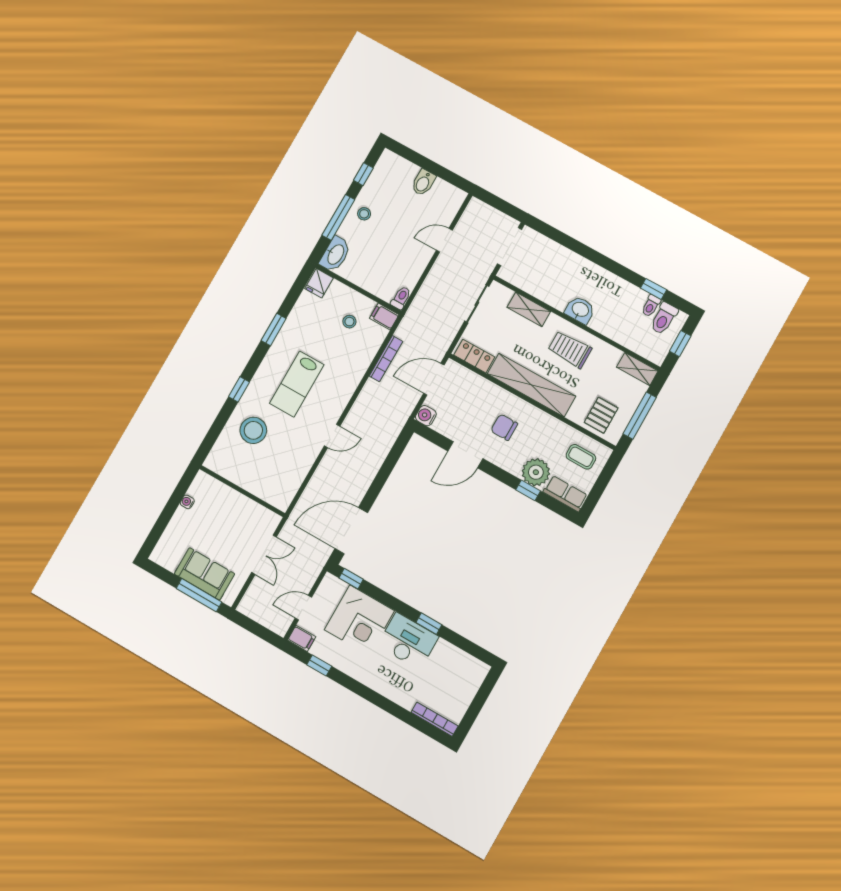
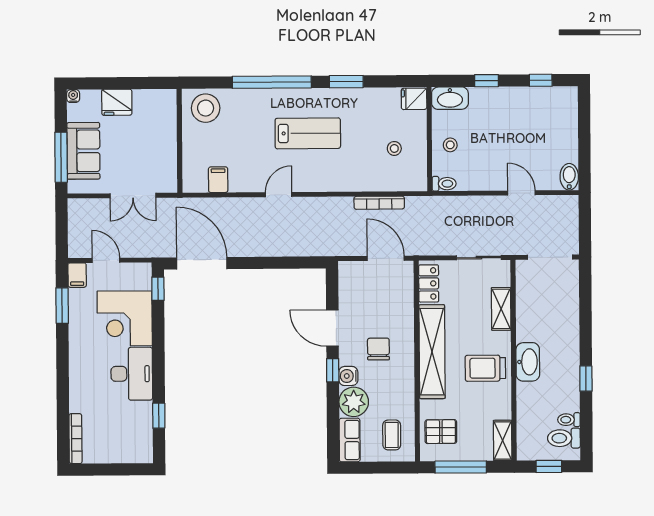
bidet: (423, 183) -> (569, 177), moved, turned 90
stool: (364, 214) -> (450, 145), moved
window: (338, 217) -> (486, 81), width x0.46
window: (654, 289) -> (586, 379), moved
washbasin: (580, 310) -> (528, 362), width x1.38
filing cabinet: (384, 317) -> (218, 180), moved
trolley: (570, 349) -> (485, 368), turned -90
lab bench: (297, 384) -> (308, 133), turned 180
window: (239, 389) -> (272, 82), width x3.17
water cooler: (426, 416) -> (348, 376), moved, turned -90
stool: (253, 430) -> (206, 108), moved
door: (332, 436) -> (279, 195), swing flipped
window: (528, 490) -> (333, 370), moved
water cooler: (187, 502) -> (73, 96), moved
fridge: (182, 524) -> (117, 102), added
window: (429, 624) -> (159, 416), moved
window: (319, 666) -> (62, 306), width x1.50

